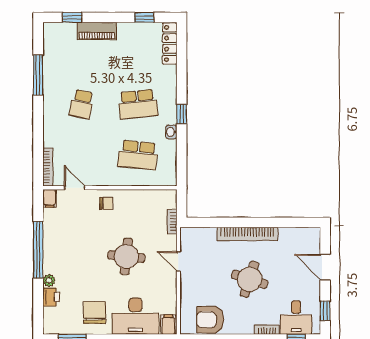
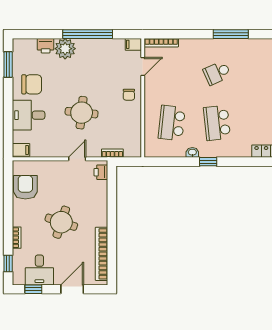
window: (38, 75) -> (231, 34), moved
school desk: (82, 104) -> (217, 73), turned -36
bookcase: (247, 234) -> (102, 254), moved
printer: (193, 235) -> (101, 172), added
plant: (49, 280) -> (65, 49), width x1.88, depth x1.88
desk: (135, 316) -> (29, 115), width x0.73
desk: (296, 317) -> (39, 270), moved, turned -90

